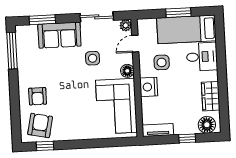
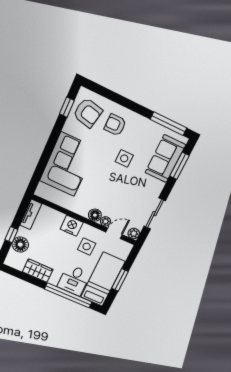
sofa: (59, 35) -> (165, 159), moved
door: (135, 44) -> (114, 233), hinge flipped
window: (221, 54) -> (68, 295), added
side table: (93, 58) -> (124, 158), moved
plant: (128, 58) -> (105, 221), added
corner sofa: (116, 106) -> (68, 164), moved, turned 90
floor lamp: (207, 125) -> (20, 245), moved

